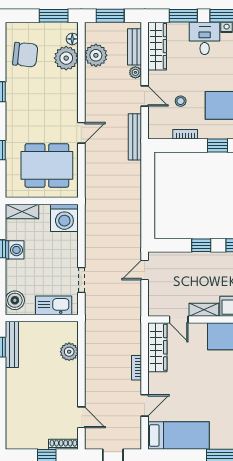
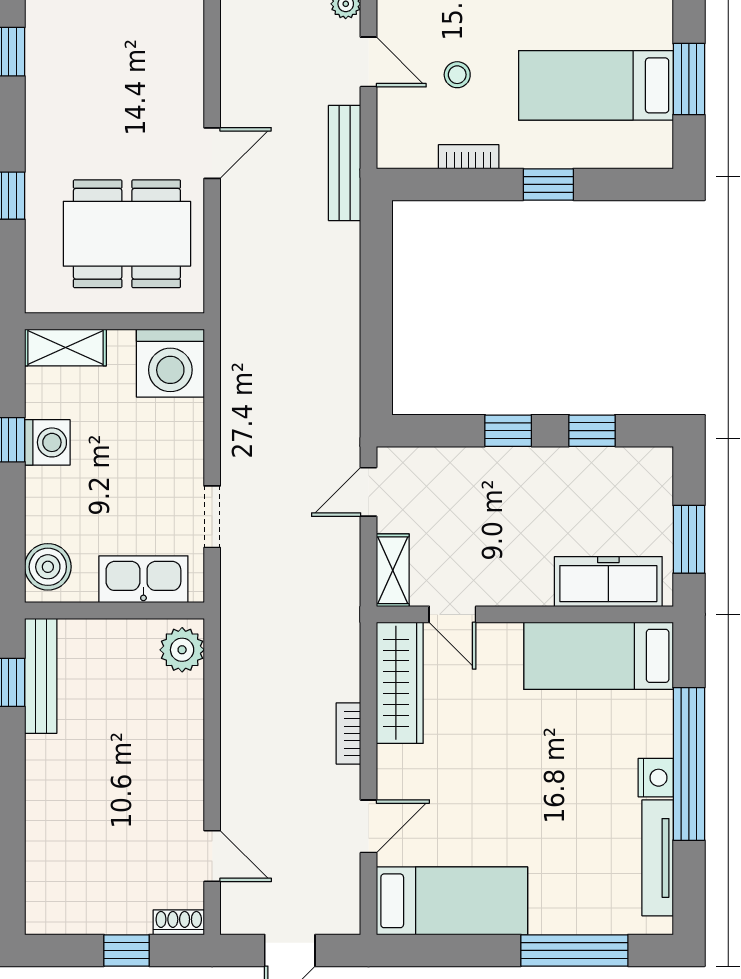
shelving: (204, 310) -> (393, 570), moved, turned 90
plant: (69, 352) -> (182, 650), moved
shoe rack: (63, 444) -> (179, 922), width x0.70

